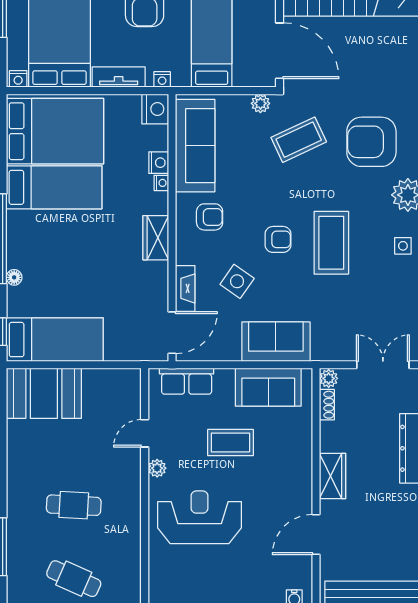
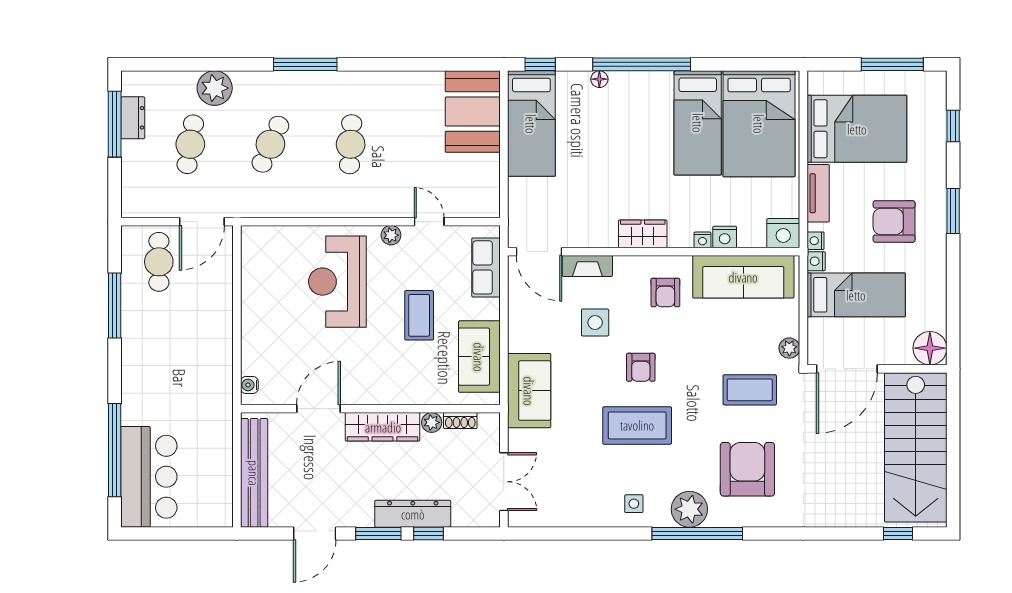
nightstand: (18, 79) -> (816, 261), moved
coffee table: (299, 140) -> (750, 390), turned -65
side table: (237, 281) -> (595, 323), turned -35
sofa: (276, 342) -> (529, 391), moved
plant: (329, 378) -> (432, 422), moved
wardrobe: (333, 476) -> (383, 427), width x1.50
reception desk: (200, 517) -> (337, 282), turned 180
door: (316, 535) -> (319, 409), hinge flipped

